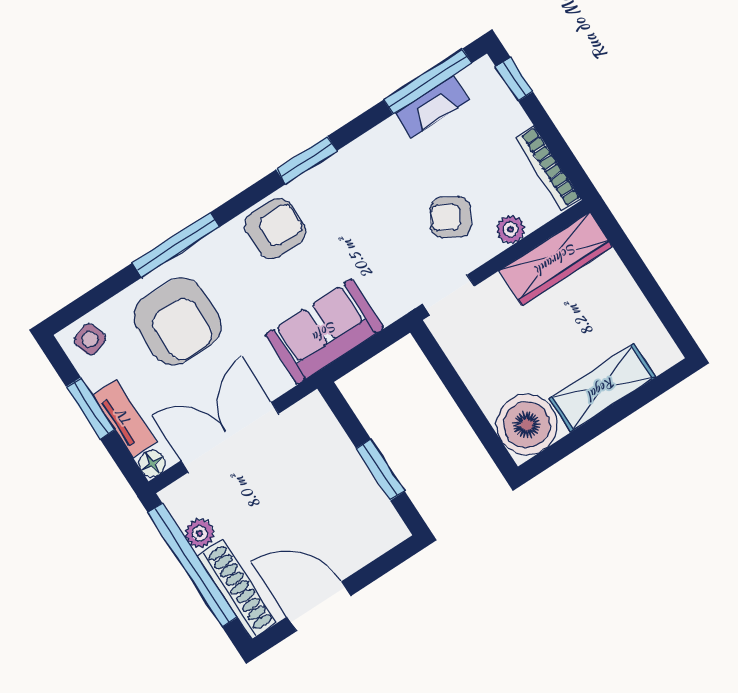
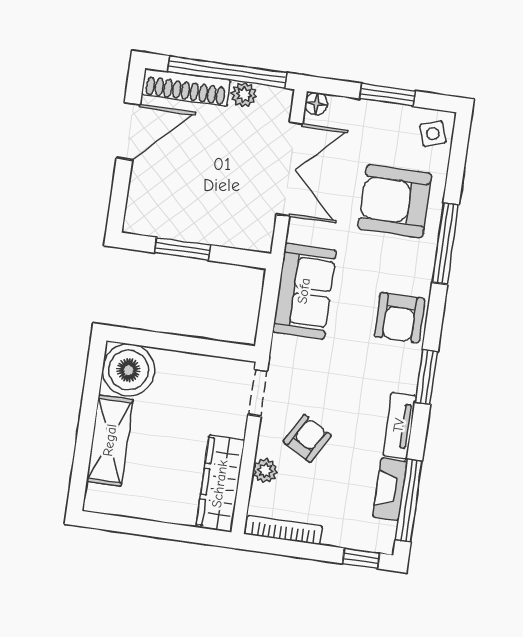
tv unit: (124, 418) -> (399, 425), moved, turned 90

